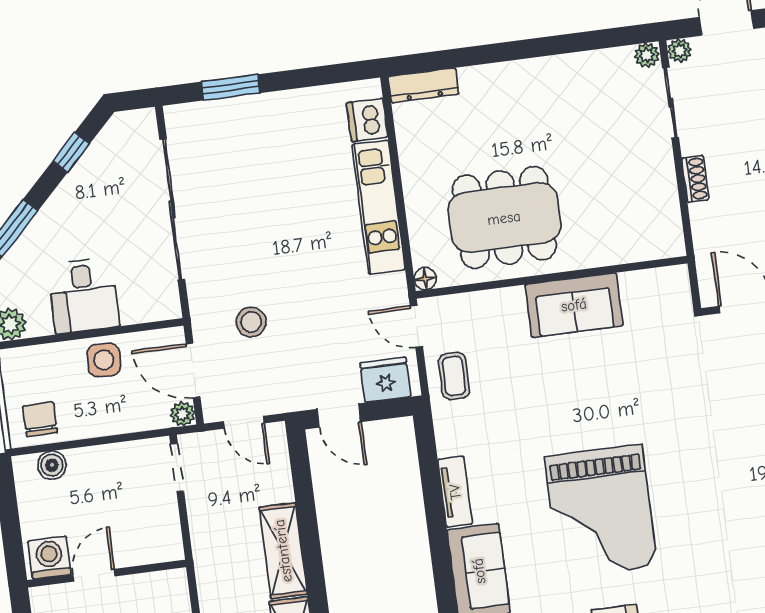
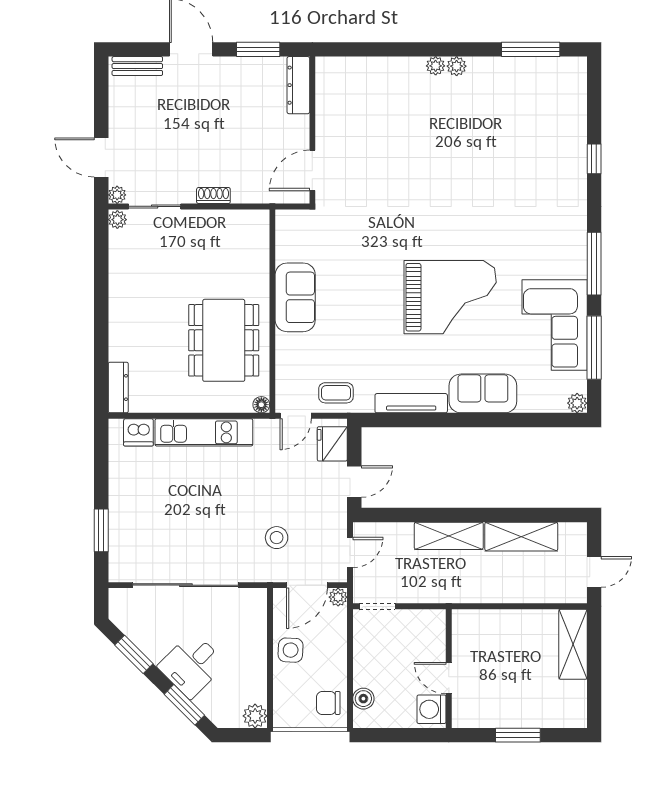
window: (71, 152) -> (134, 654), width x1.50
desk: (84, 296) -> (192, 665), moved, turned 135
tv unit: (455, 492) -> (411, 403), width x1.41

